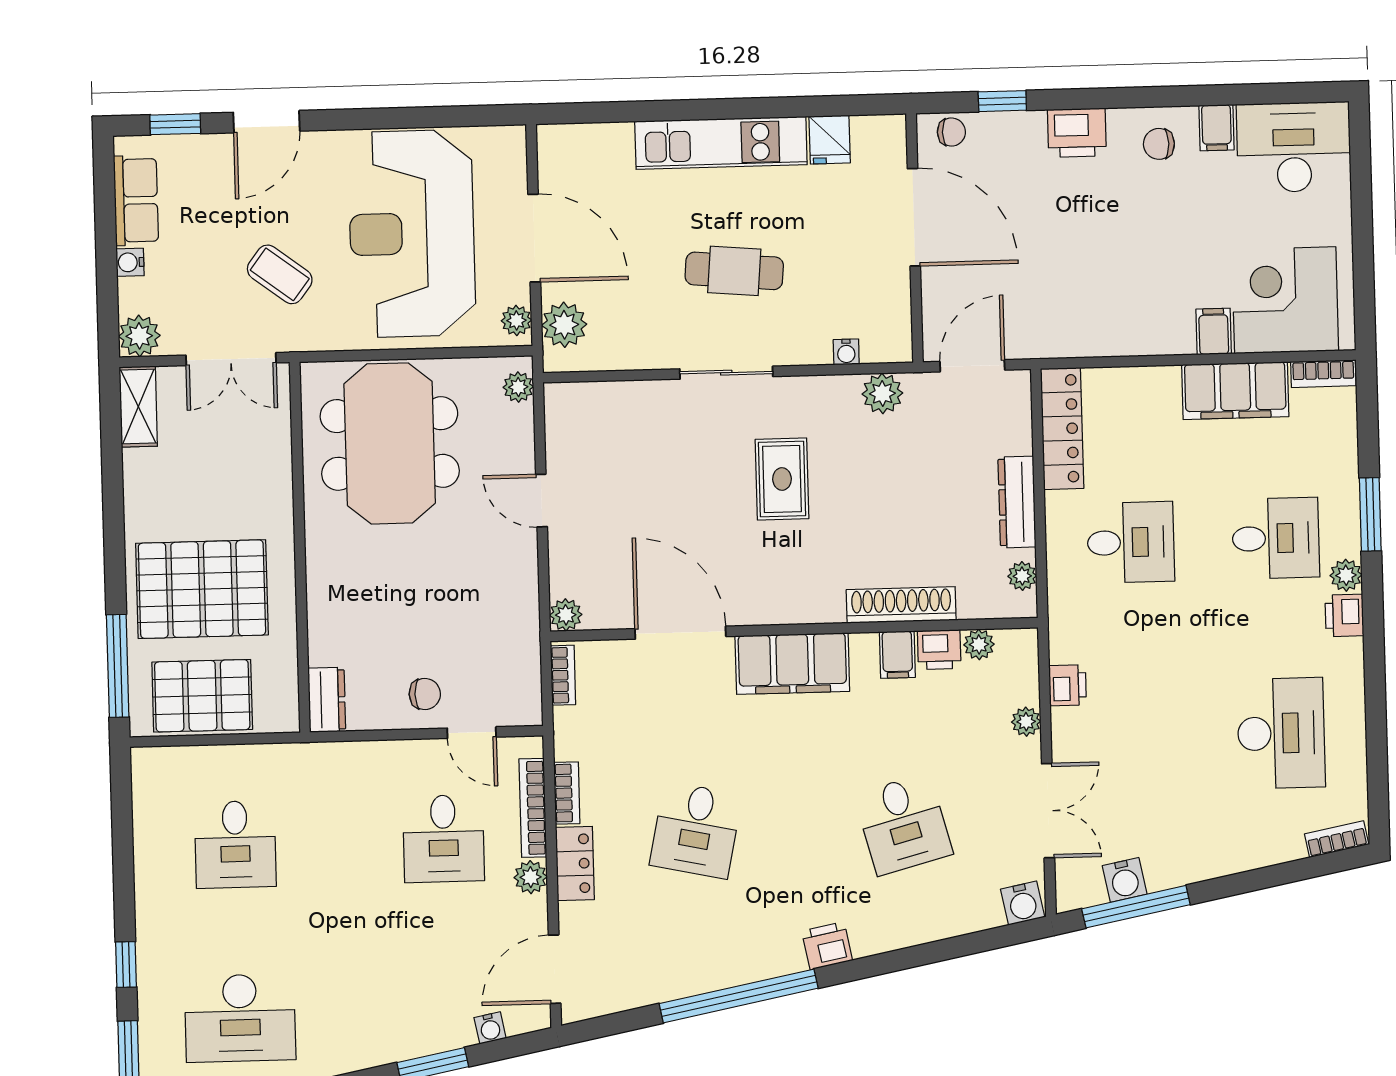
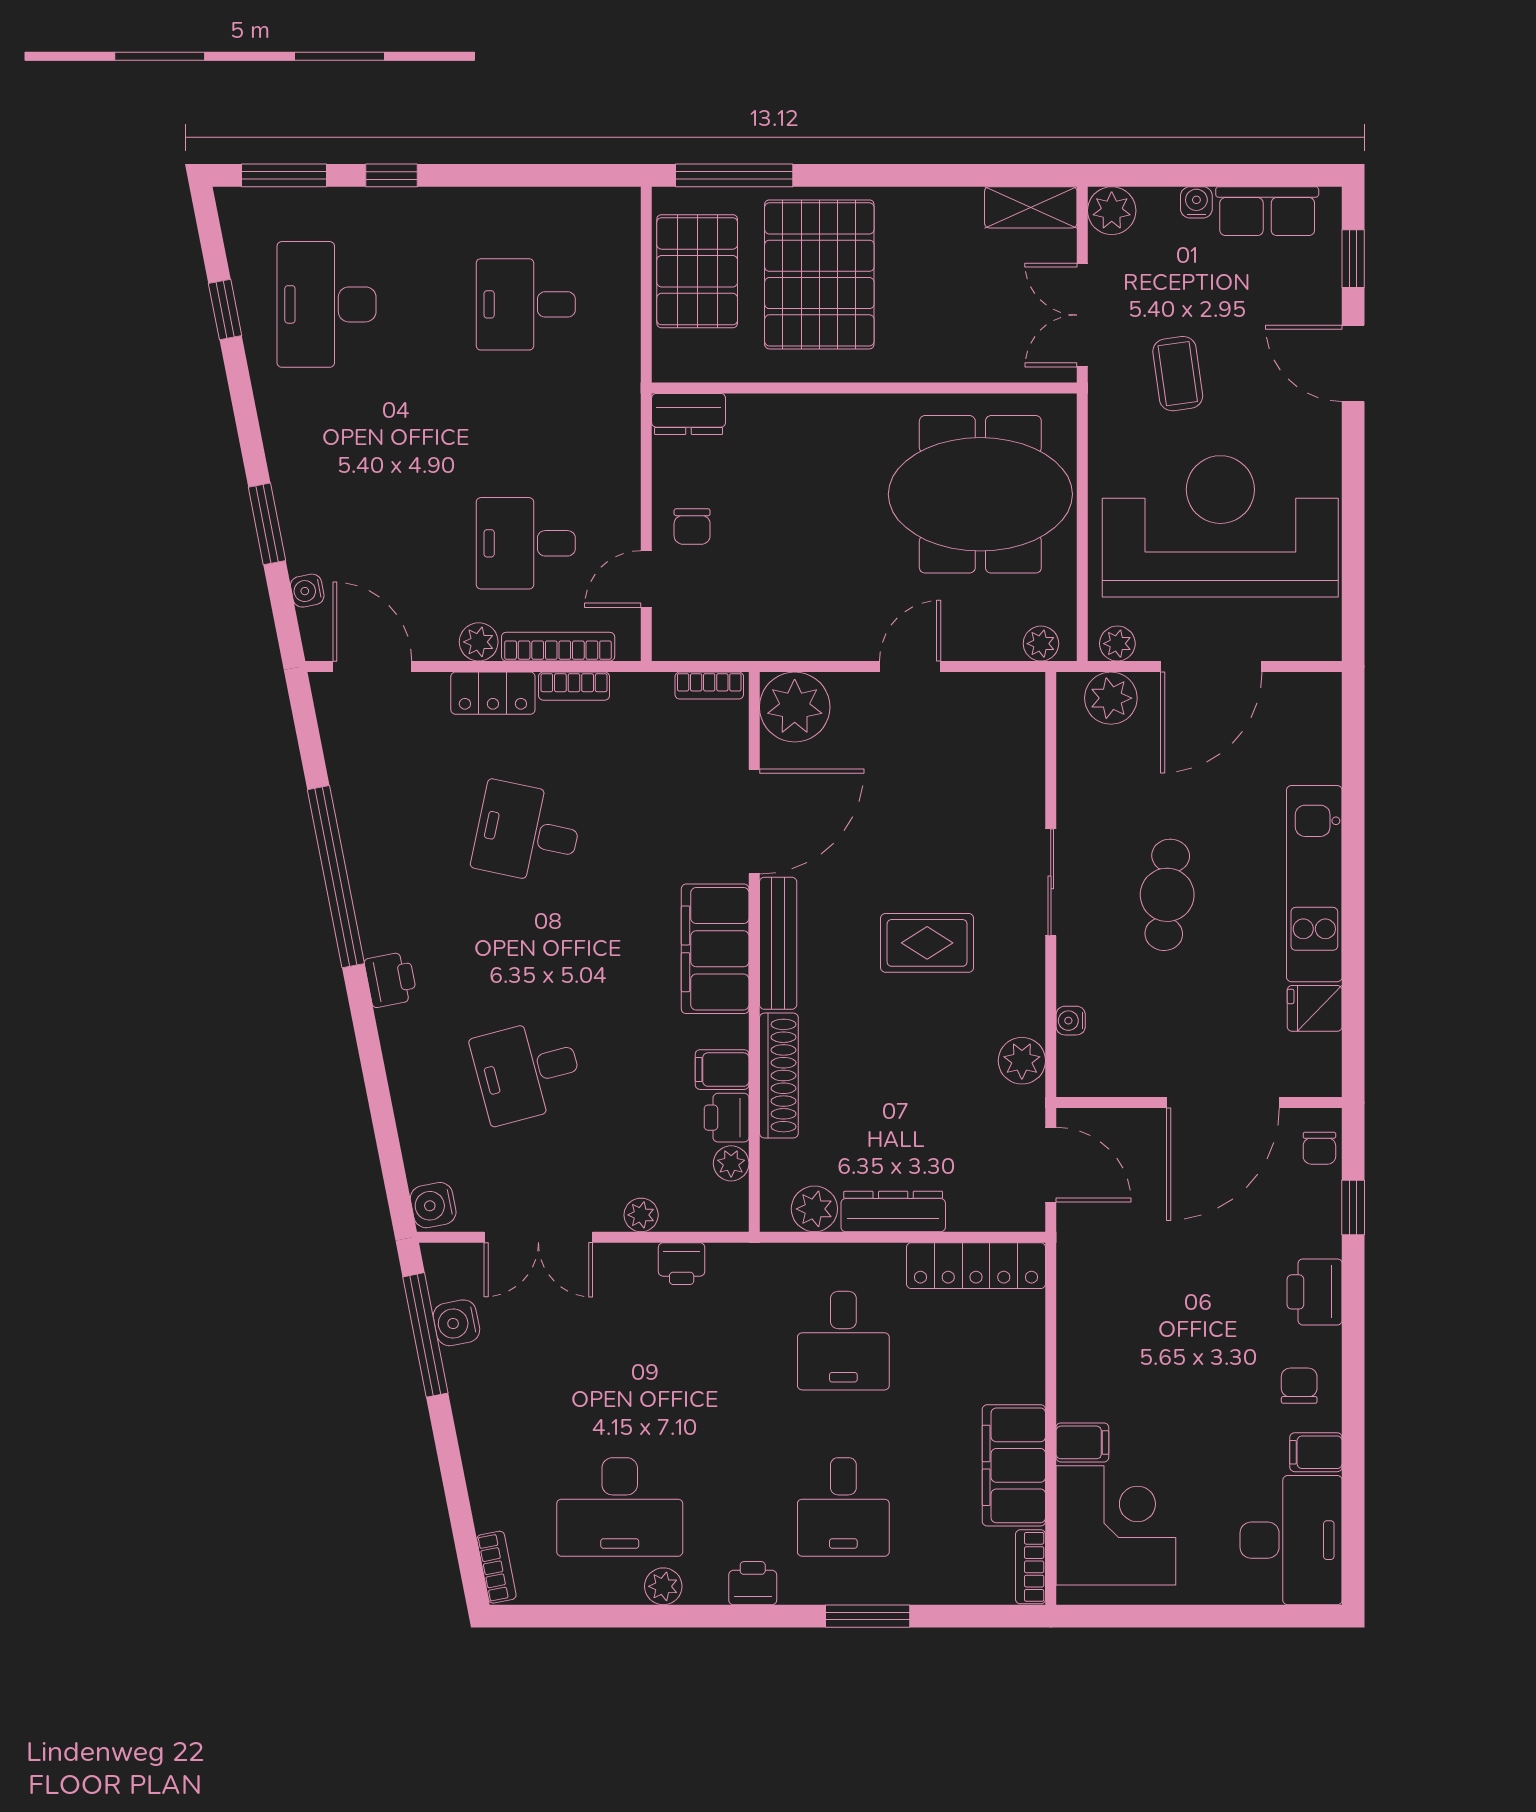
coffee table: (280, 274) -> (1178, 374), turned -45
plant: (1346, 575) -> (663, 1586), moved
plant: (1022, 576) -> (814, 1209), width x1.38, depth x1.38
bench: (786, 609) -> (778, 943), added
plant: (566, 615) -> (795, 707), width x1.87, depth x1.87

